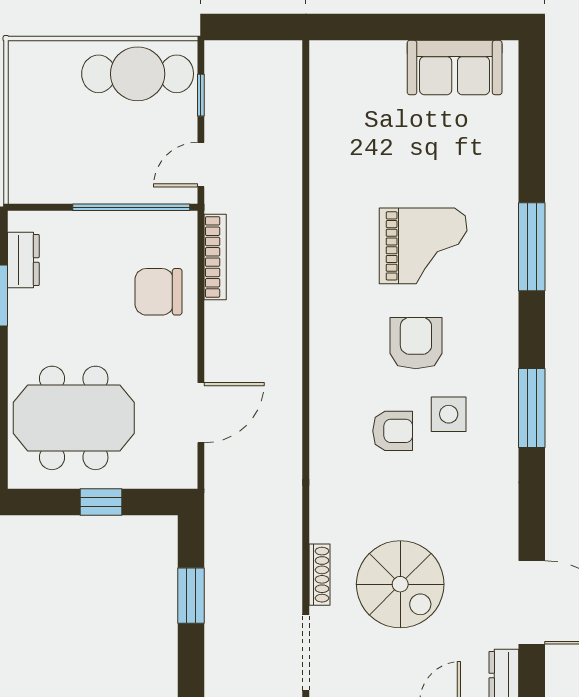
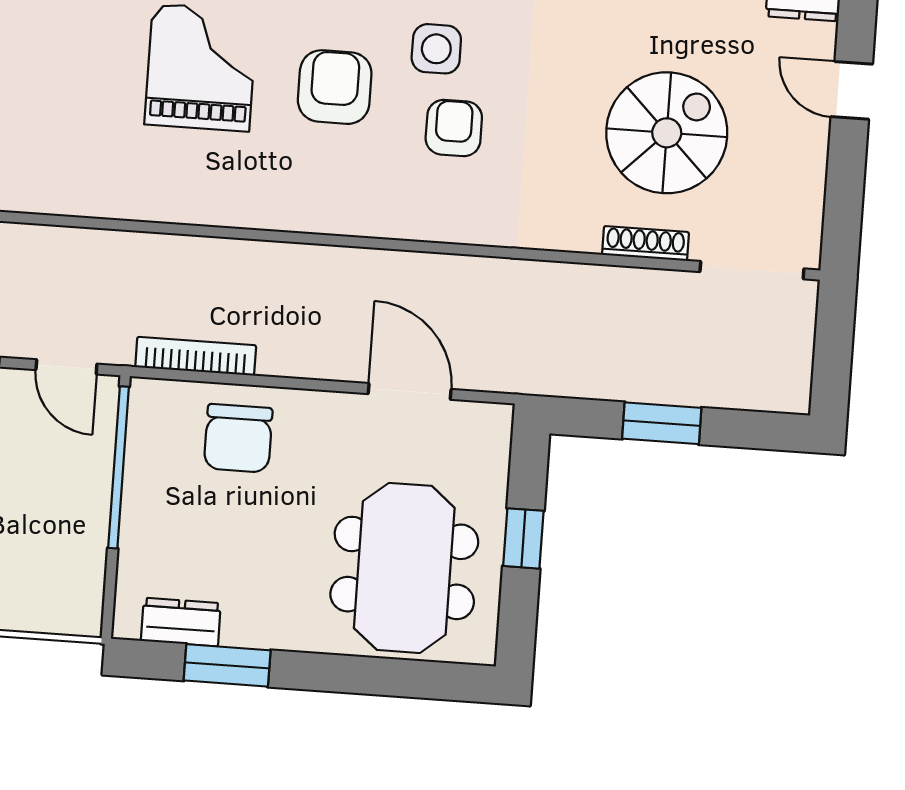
armchair: (416, 343) -> (335, 87), turned 90

